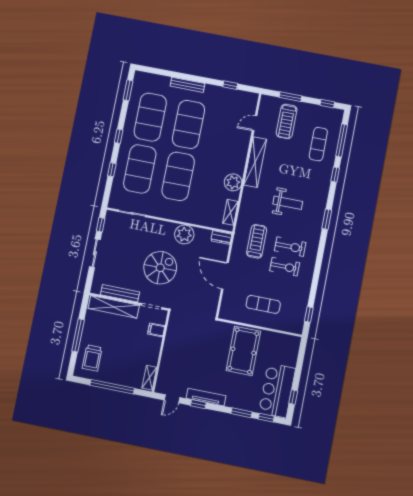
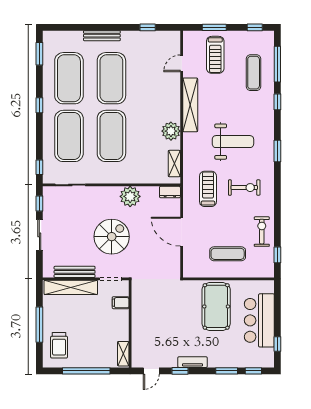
window: (112, 170) -> (39, 167), moved
weight bench: (288, 203) -> (233, 142), width x1.36, depth x1.33
exercise bike: (285, 267) -> (262, 232), moved, turned -90
bar counter: (277, 390) -> (259, 320), moved
tv unit: (206, 397) -> (193, 362), width x0.71

